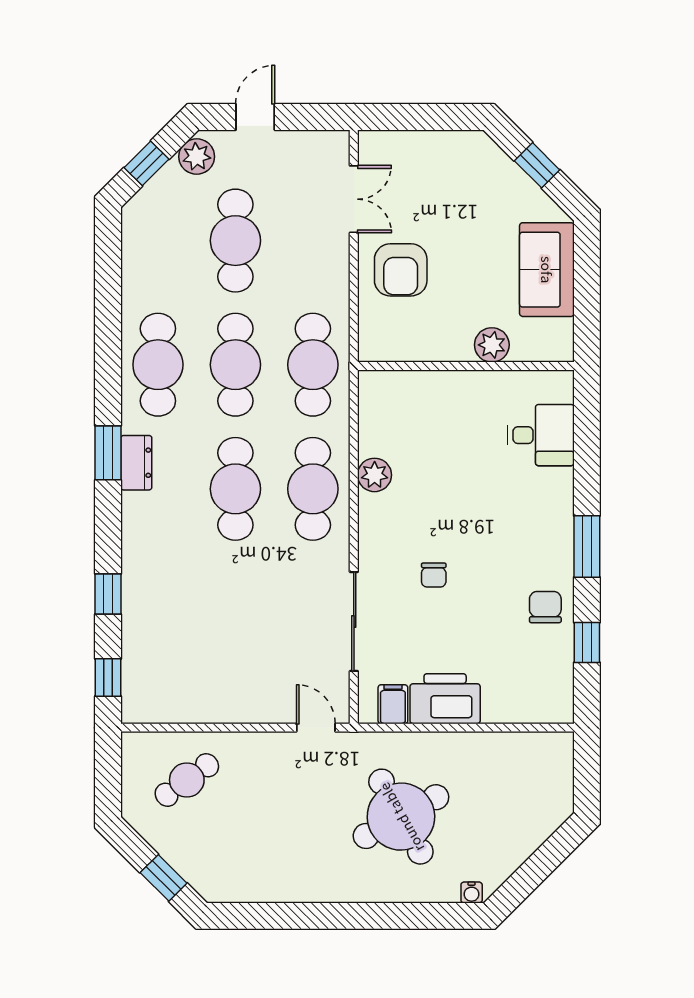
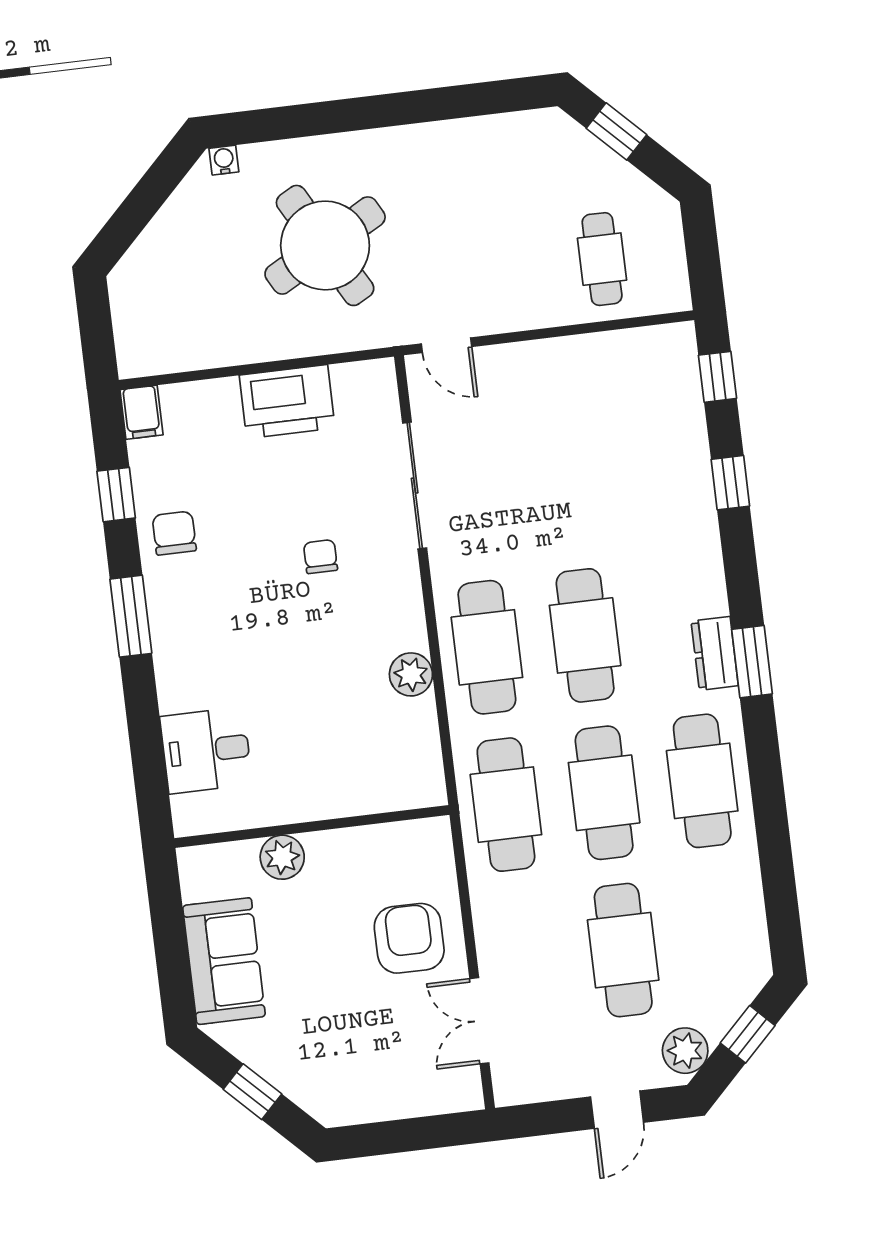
chair: (545, 607) -> (174, 533), turned 180
filing cabinet: (393, 704) -> (142, 412), moved
cafe table: (187, 780) -> (602, 259), turned -54

